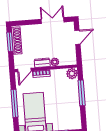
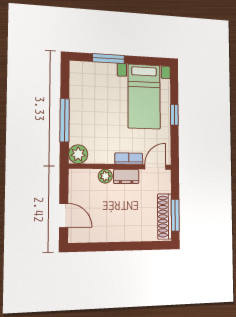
double door: (53, 21) -> (104, 247), removed
door: (77, 37) -> (64, 215), swing flipped
window: (14, 103) -> (174, 115), width x0.46

